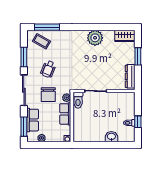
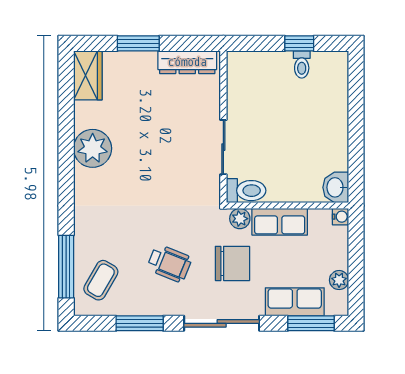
washbasin: (111, 137) -> (336, 187), moved

